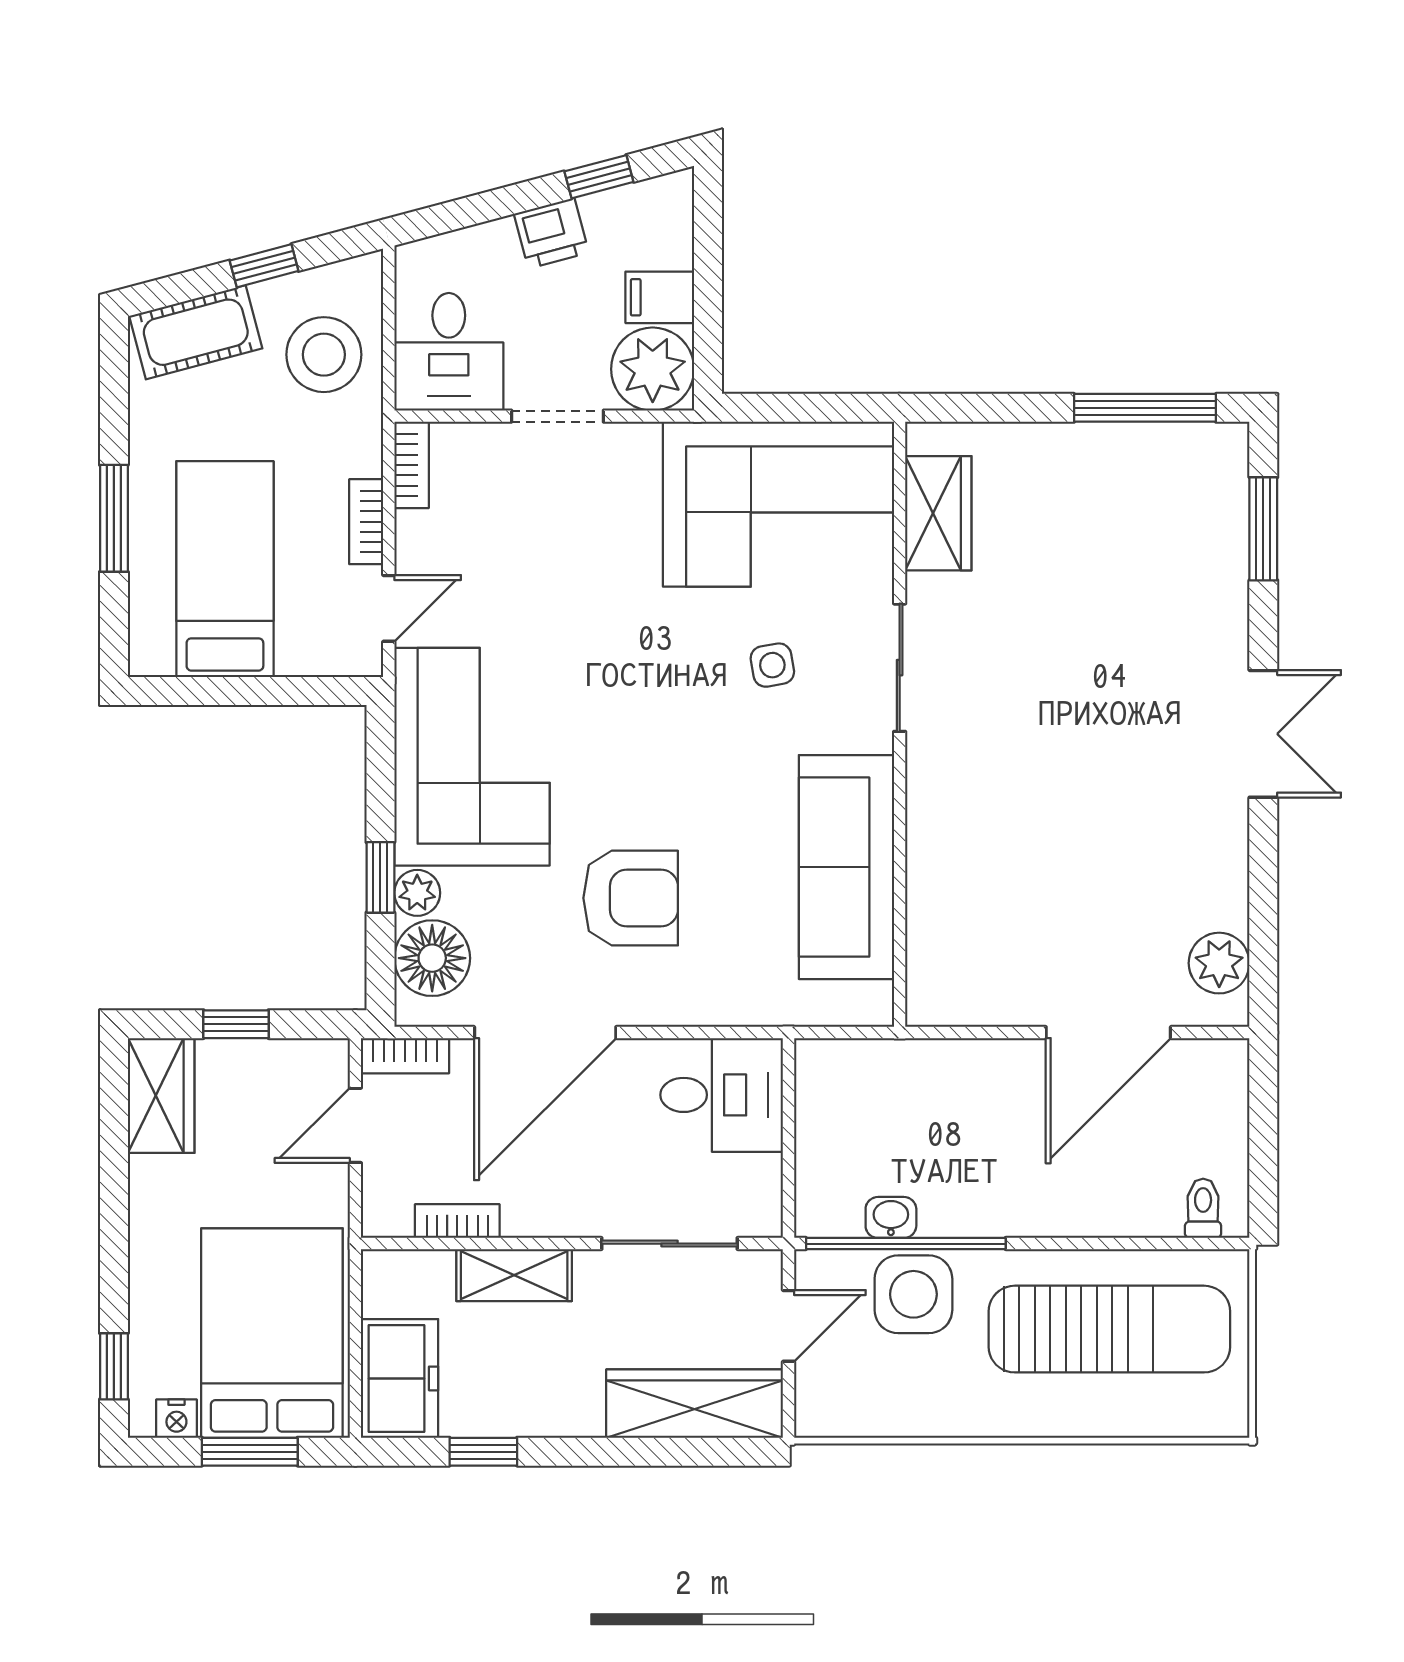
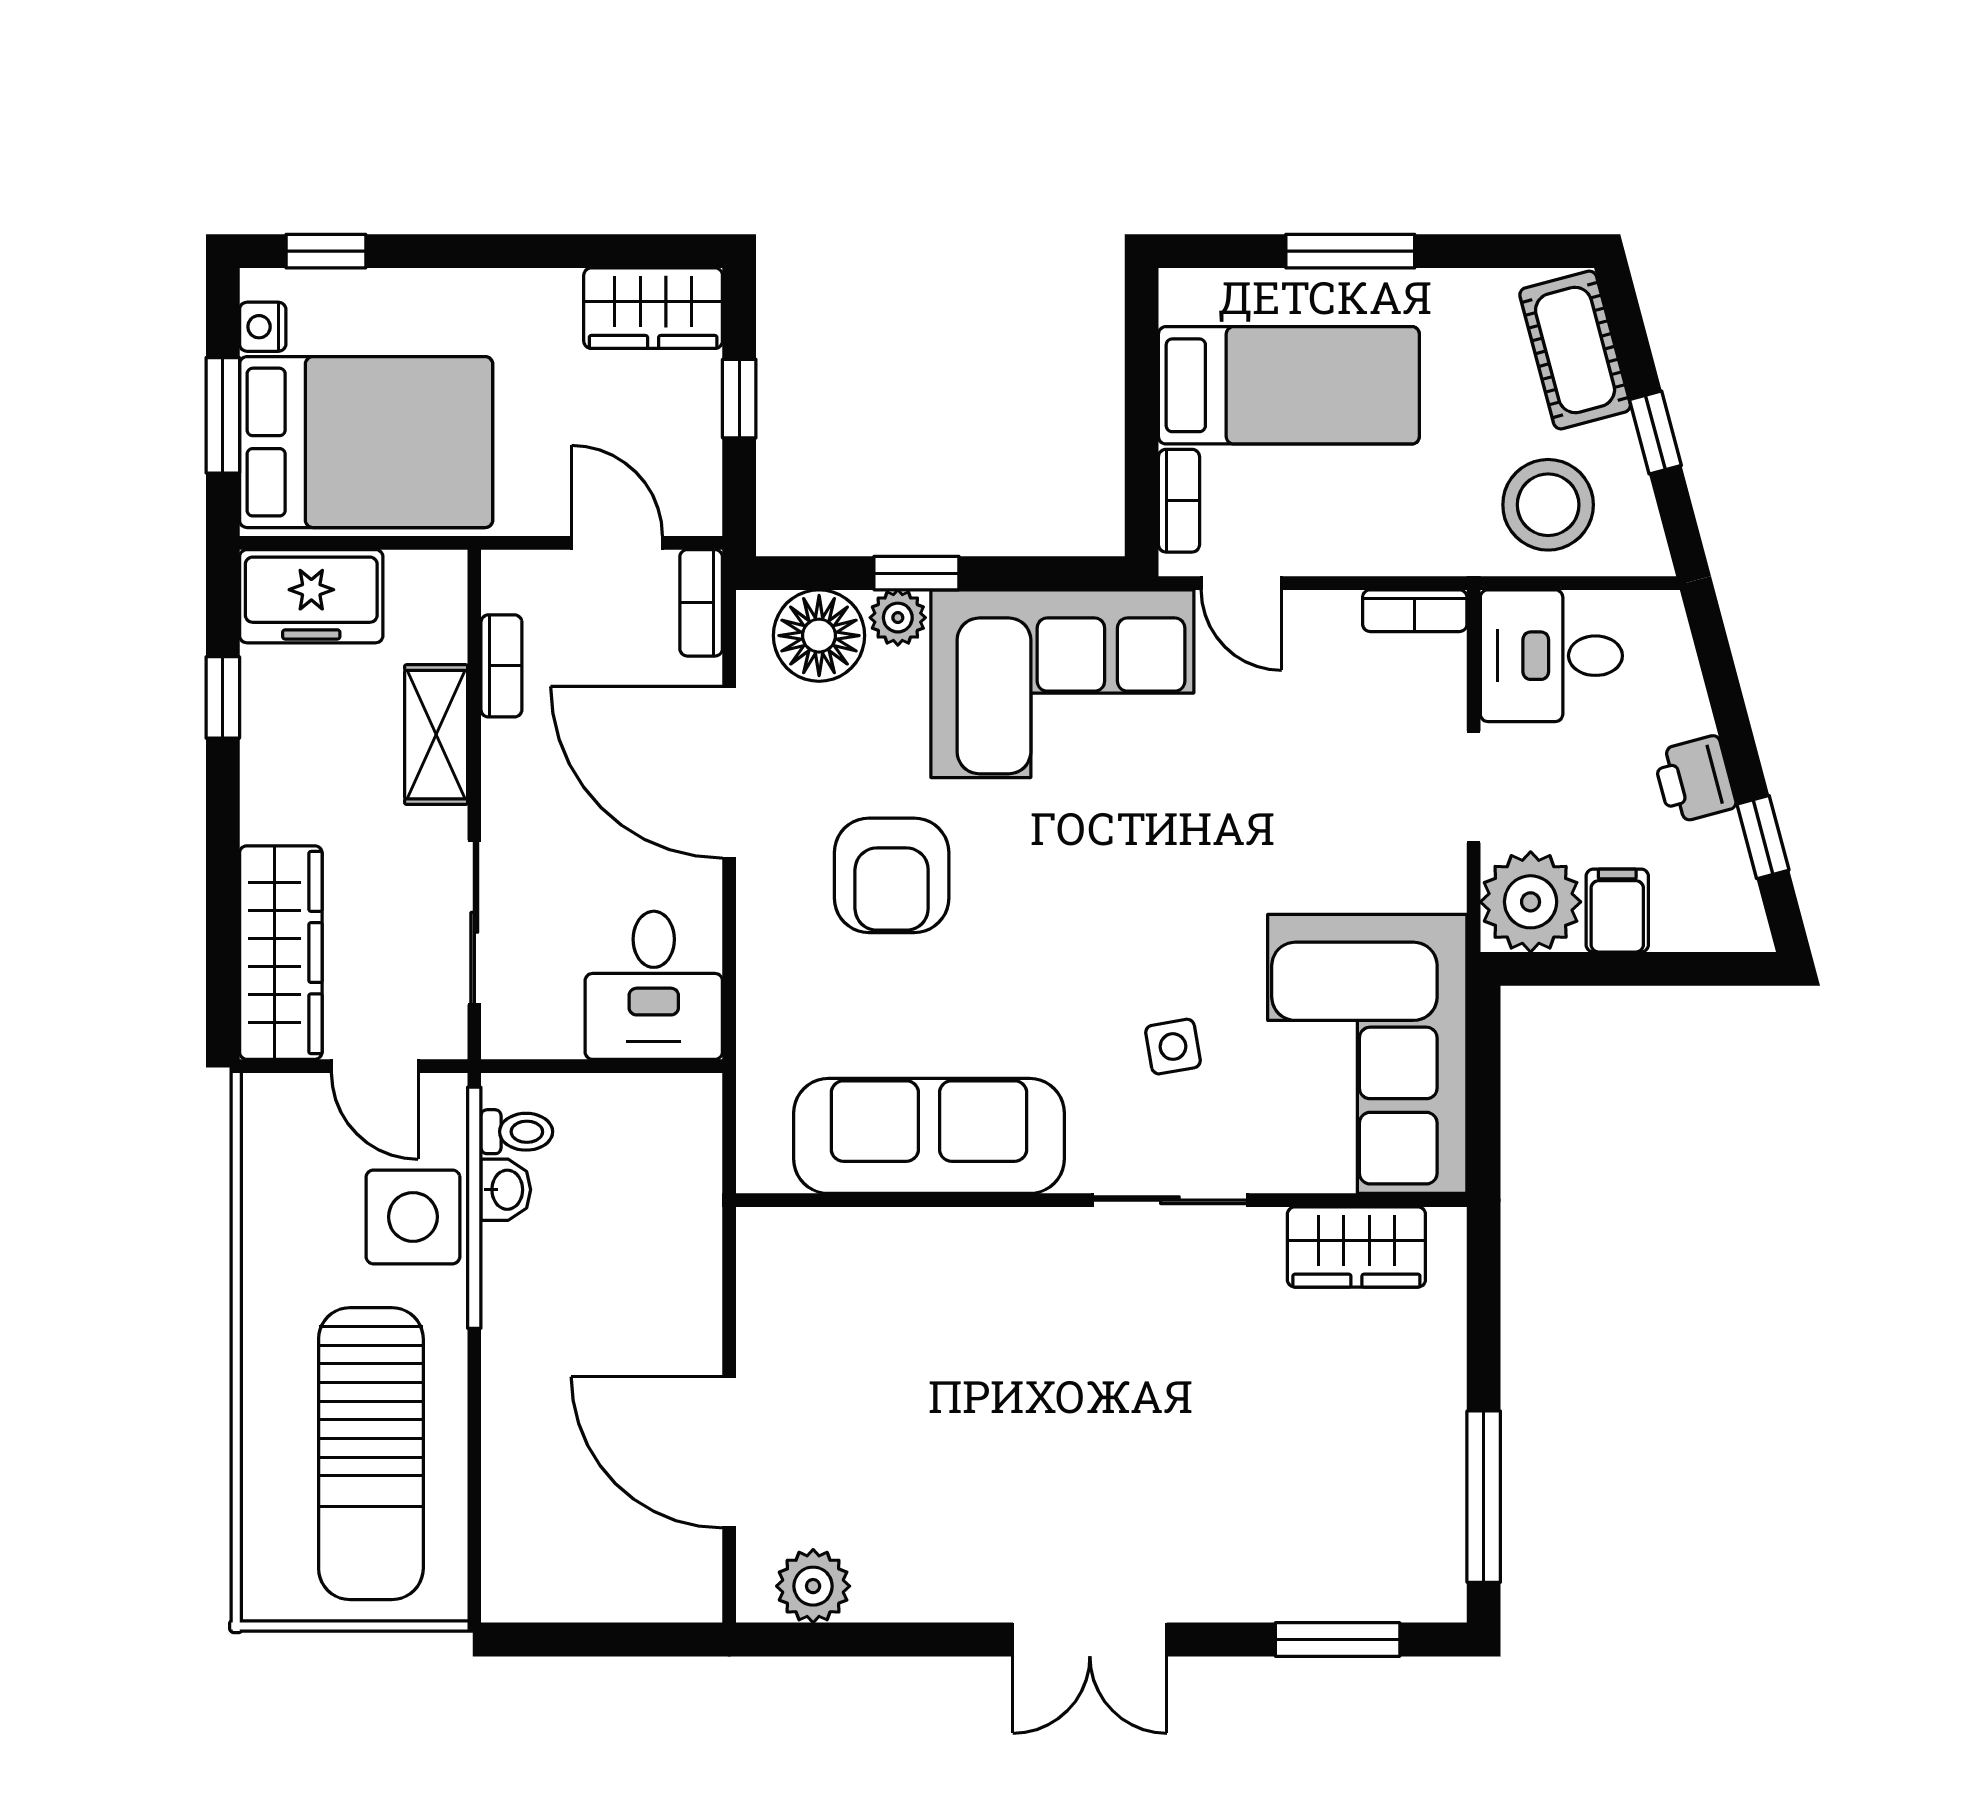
bookcase: (366, 522) -> (1179, 501), moved, turned 90
toilet: (1203, 1208) -> (517, 1132), moved

